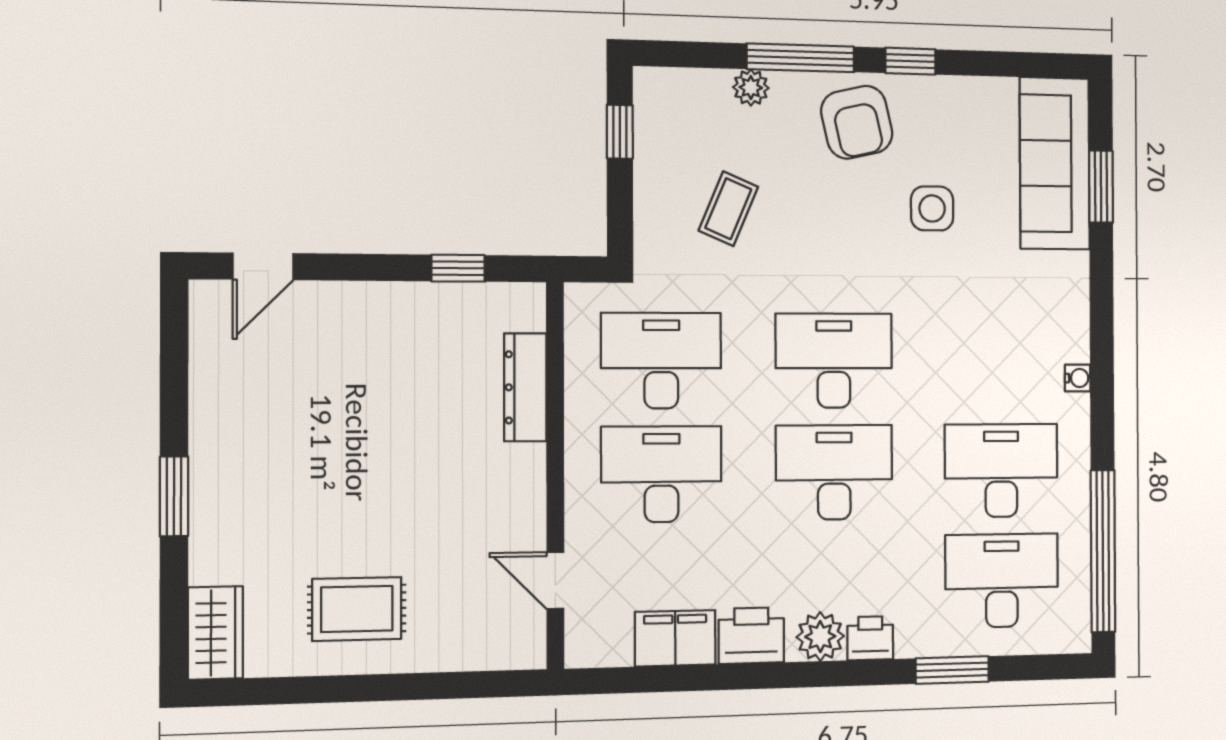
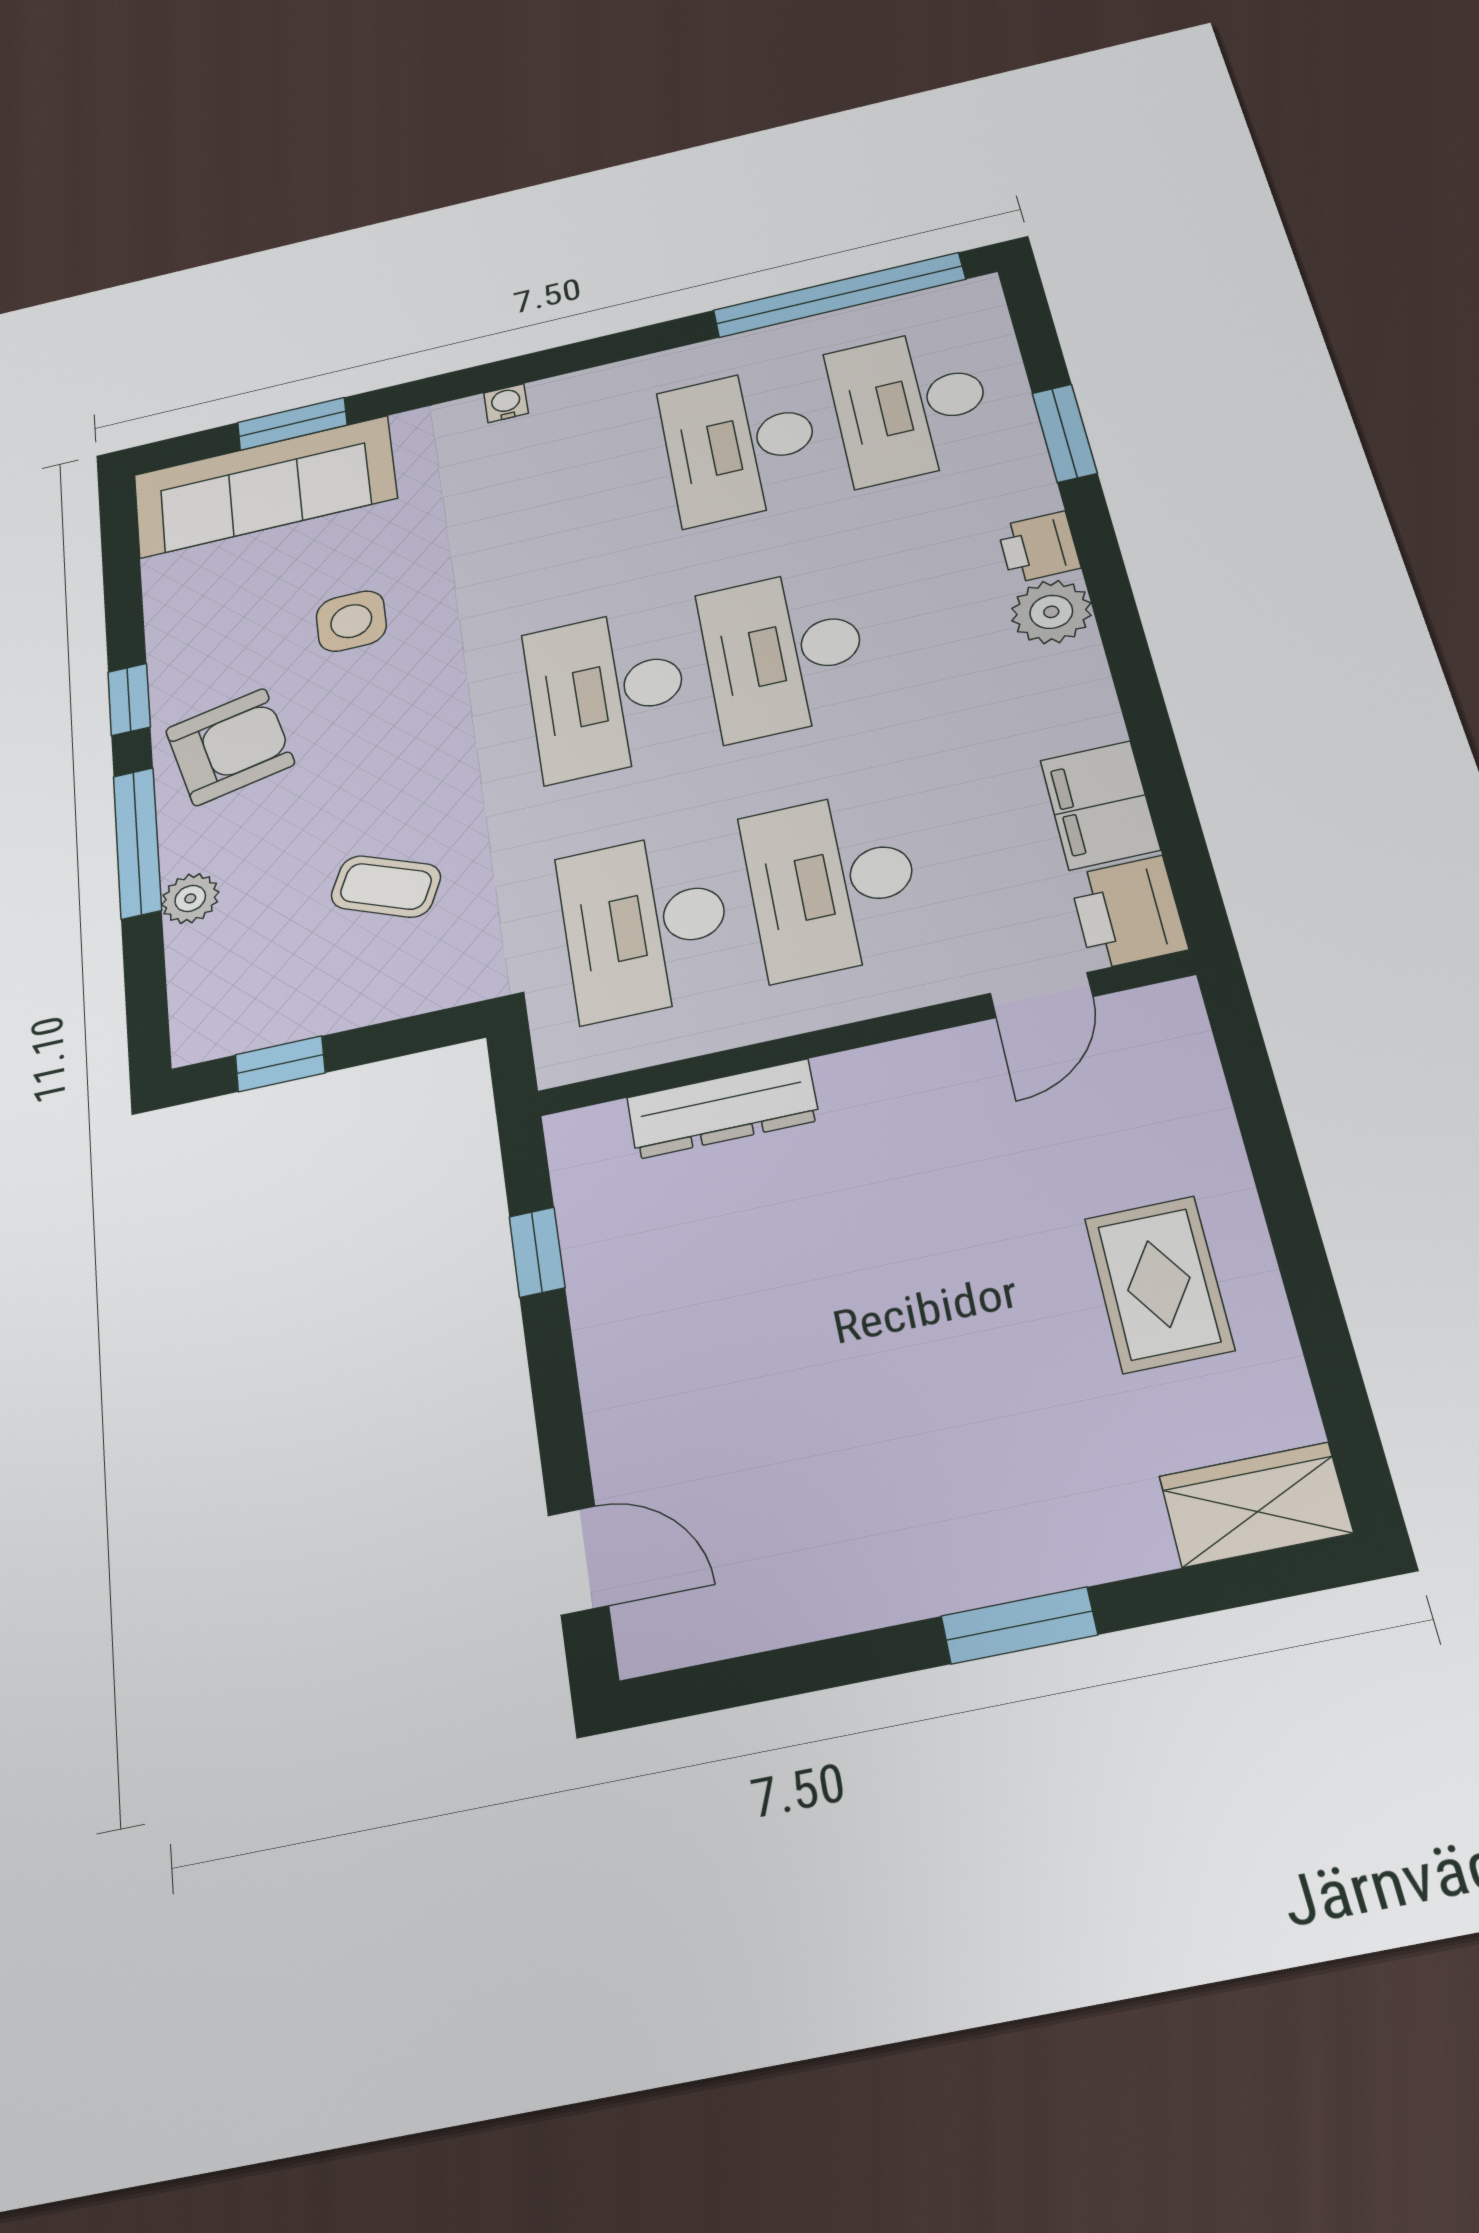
water cooler: (1078, 378) -> (506, 403), moved
printer: (751, 636) -> (1128, 912), moved

